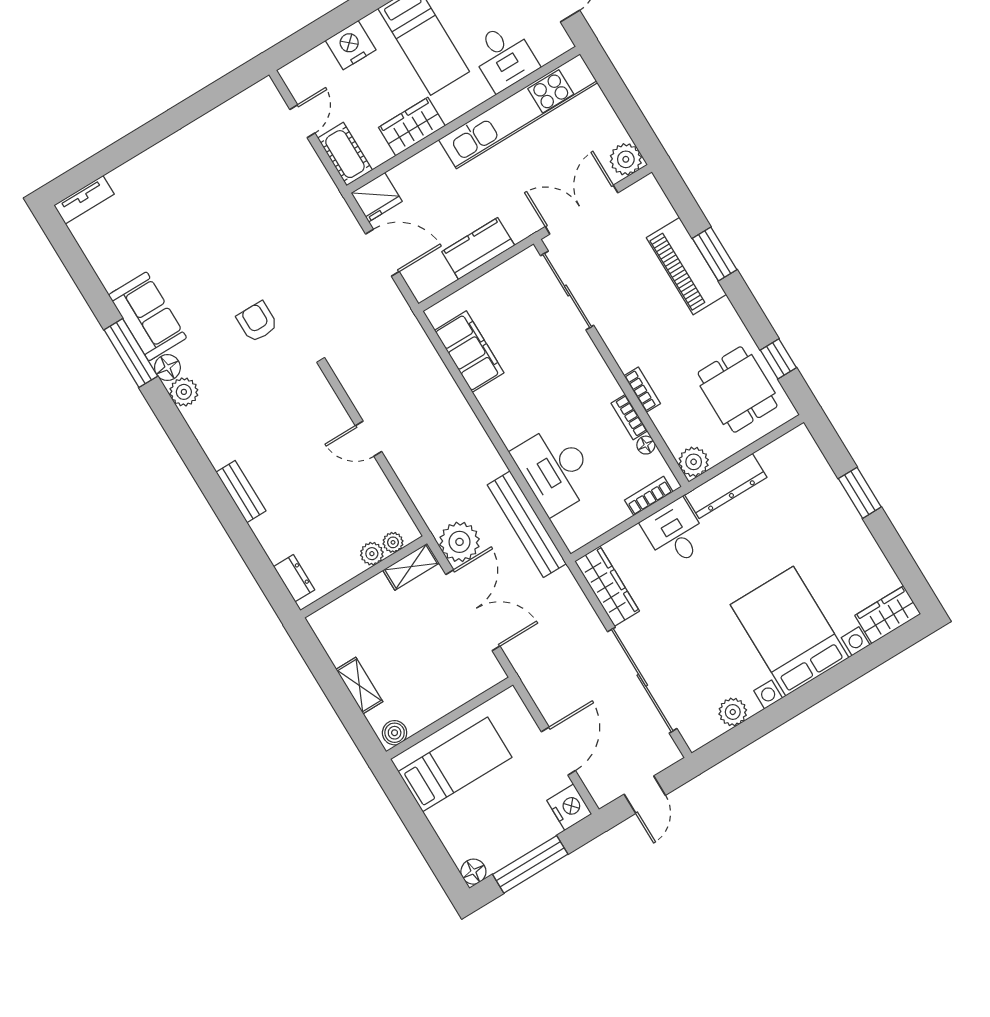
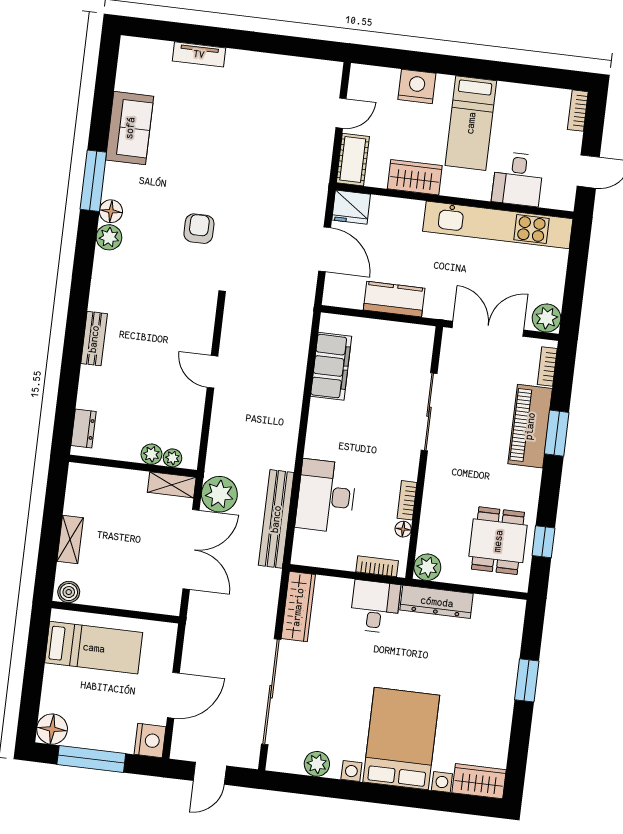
tv unit: (84, 200) -> (199, 54), moved
sliding door: (567, 290) -> (429, 412), moved
sofa: (148, 316) -> (130, 128), moved
bookcase: (642, 390) -> (547, 366), moved, turned 180
floor lamp: (473, 872) -> (52, 729), width x1.38, depth x1.38

